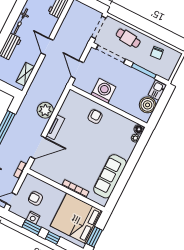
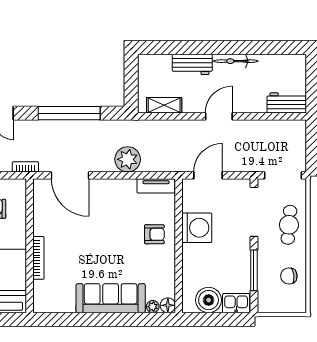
tv unit: (55, 127) -> (156, 186), moved
sofa: (110, 176) -> (111, 298), moved

